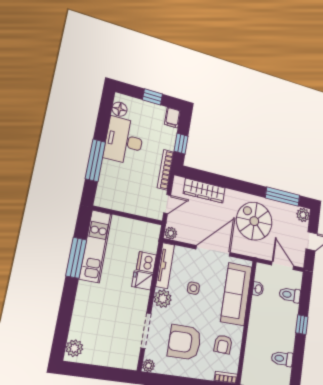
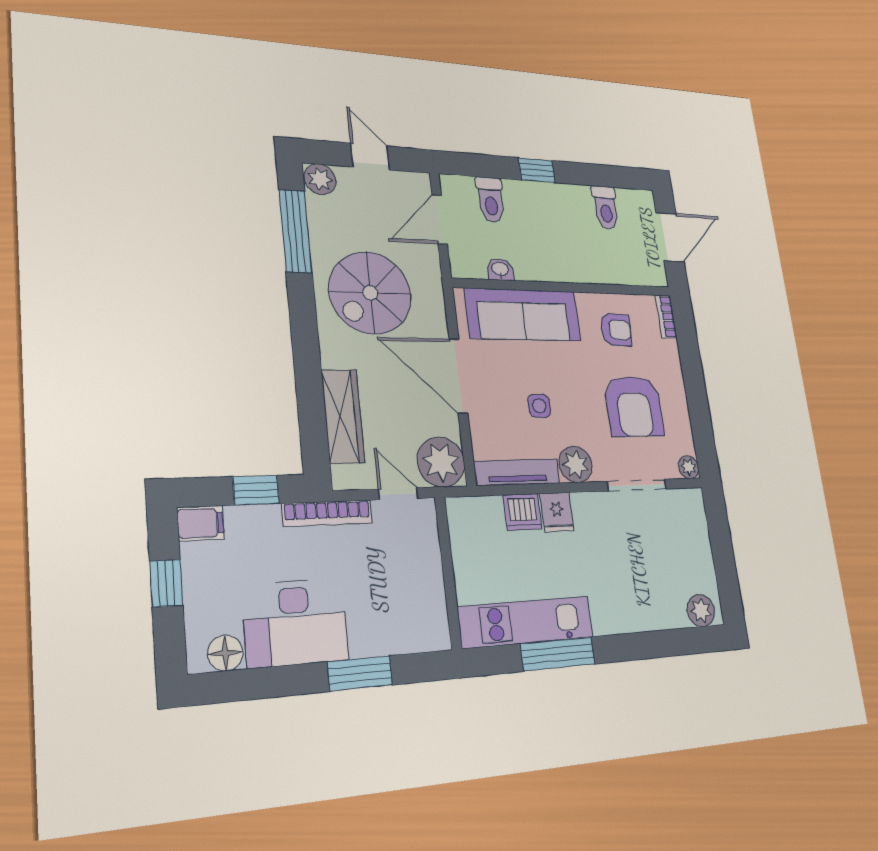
window: (95, 160) -> (360, 673), width x0.69
plant: (171, 233) -> (441, 462), width x1.88, depth x1.88

